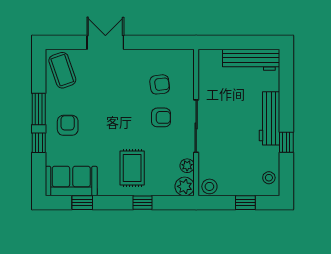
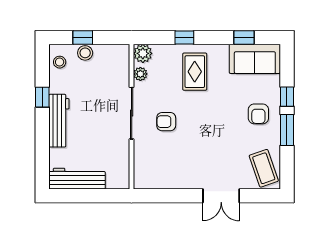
armchair: (160, 84) -> (167, 154), removed
stool: (209, 186) -> (85, 53), moved

